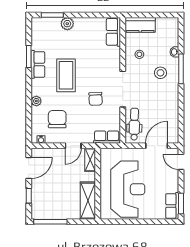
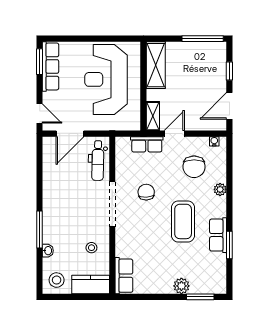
stool: (160, 73) -> (57, 280), moved
row of seats: (107, 137) -> (147, 144), moved
row of seats: (172, 206) -> (51, 66), width x1.48

